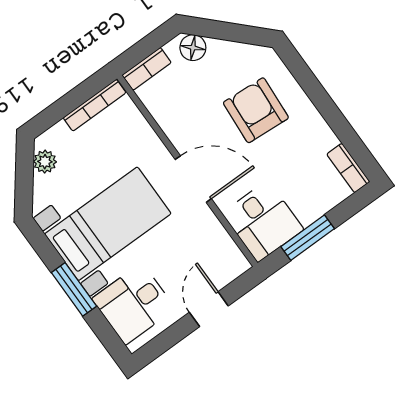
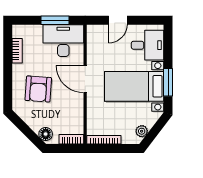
bookcase: (348, 168) -> (17, 51), moved
desk: (263, 221) -> (63, 41), width x1.37
window: (74, 289) -> (168, 82), moved

